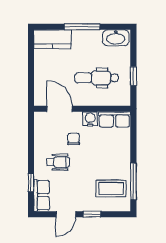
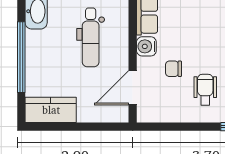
window: (82, 27) -> (21, 57), width x1.46
kitchen counter: (53, 39) -> (51, 110), moved, turned -90

